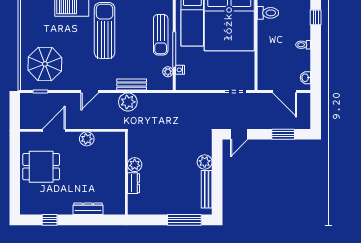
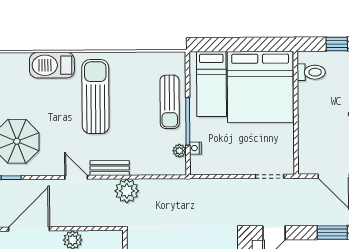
bench: (132, 85) -> (110, 168), moved
door: (90, 91) -> (76, 177), swing flipped
door: (54, 130) -> (29, 229), width x1.36

